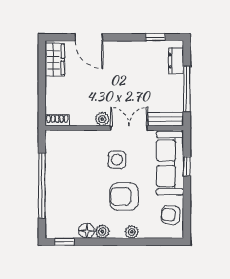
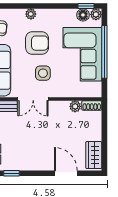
plant: (102, 119) -> (75, 106), moved
corner sofa: (69, 183) -> (82, 54), added
floor lamp: (87, 231) -> (83, 15), moved
plant: (102, 232) -> (96, 14), moved

